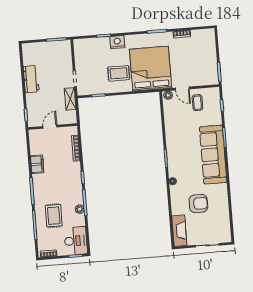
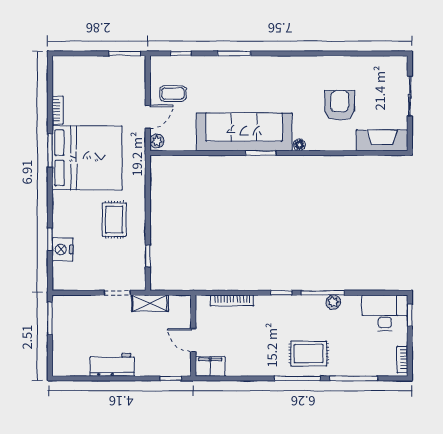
nightstand: (117, 42) -> (62, 249), moved
bed: (151, 69) -> (87, 158), moved, turned 180
sofa: (213, 155) -> (244, 132), moved, turned 180
filing cabinet: (37, 164) -> (210, 366), moved
rug: (54, 216) -> (309, 354), moved

